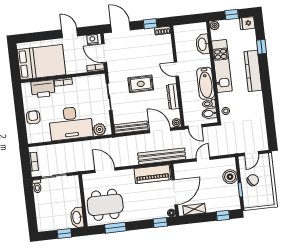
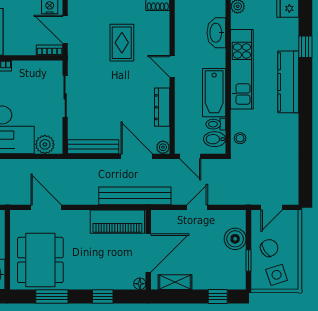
rug: (141, 84) -> (122, 43), moved, turned 90
side table: (260, 197) -> (277, 275), added
dining table: (105, 205) -> (40, 260), turned 90
window: (160, 223) -> (103, 296), moved

